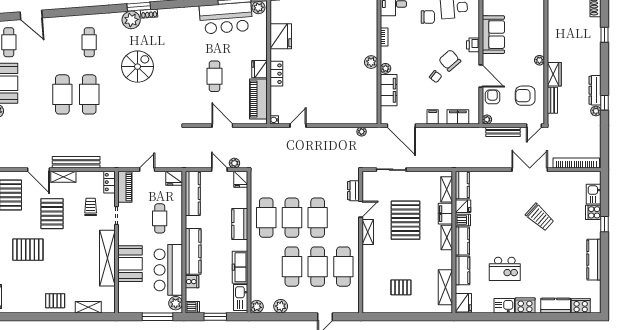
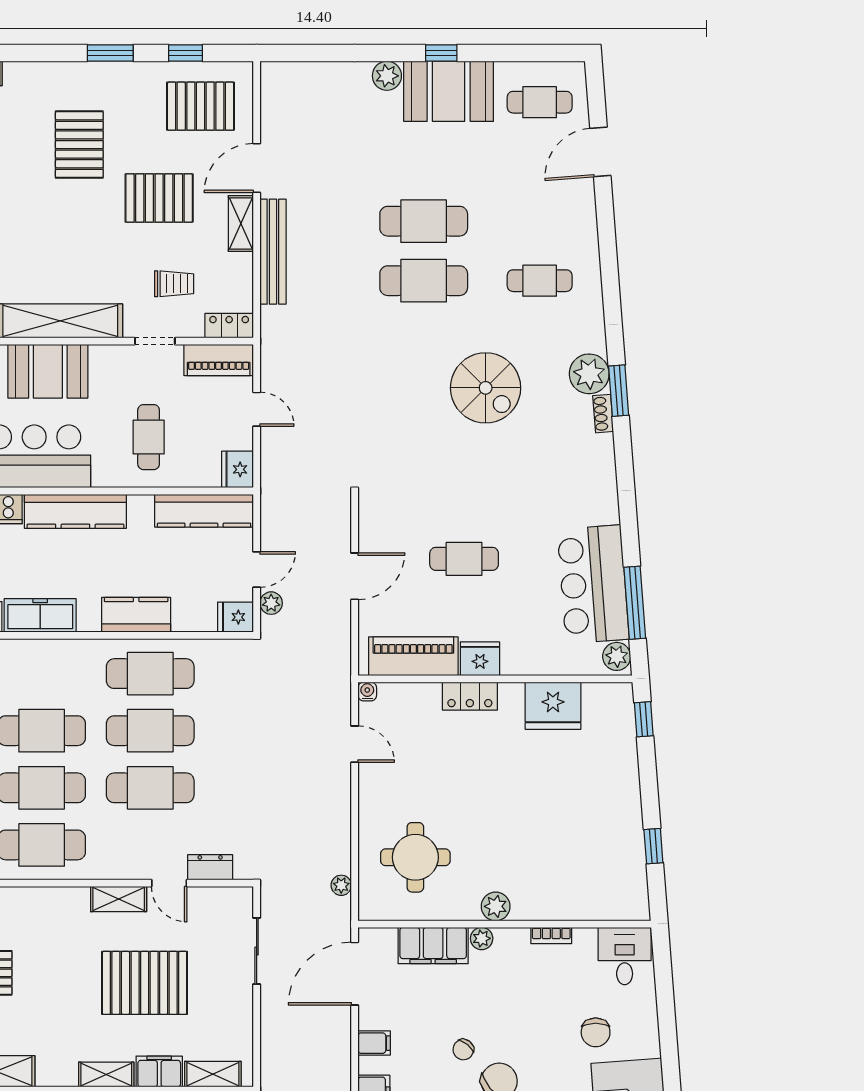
round table: (349, 98) -> (415, 857), added
cafe table: (160, 218) -> (149, 437), turned 90

